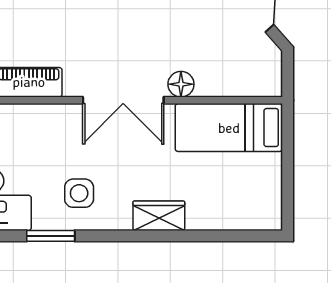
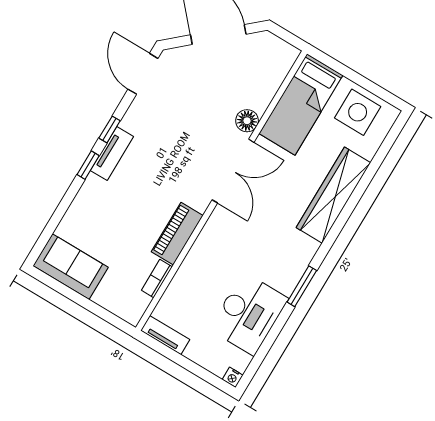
side table: (79, 193) -> (358, 112), moved, width x1.37, depth x1.37
wardrobe: (159, 216) -> (333, 195), width x2.10, depth x1.17

